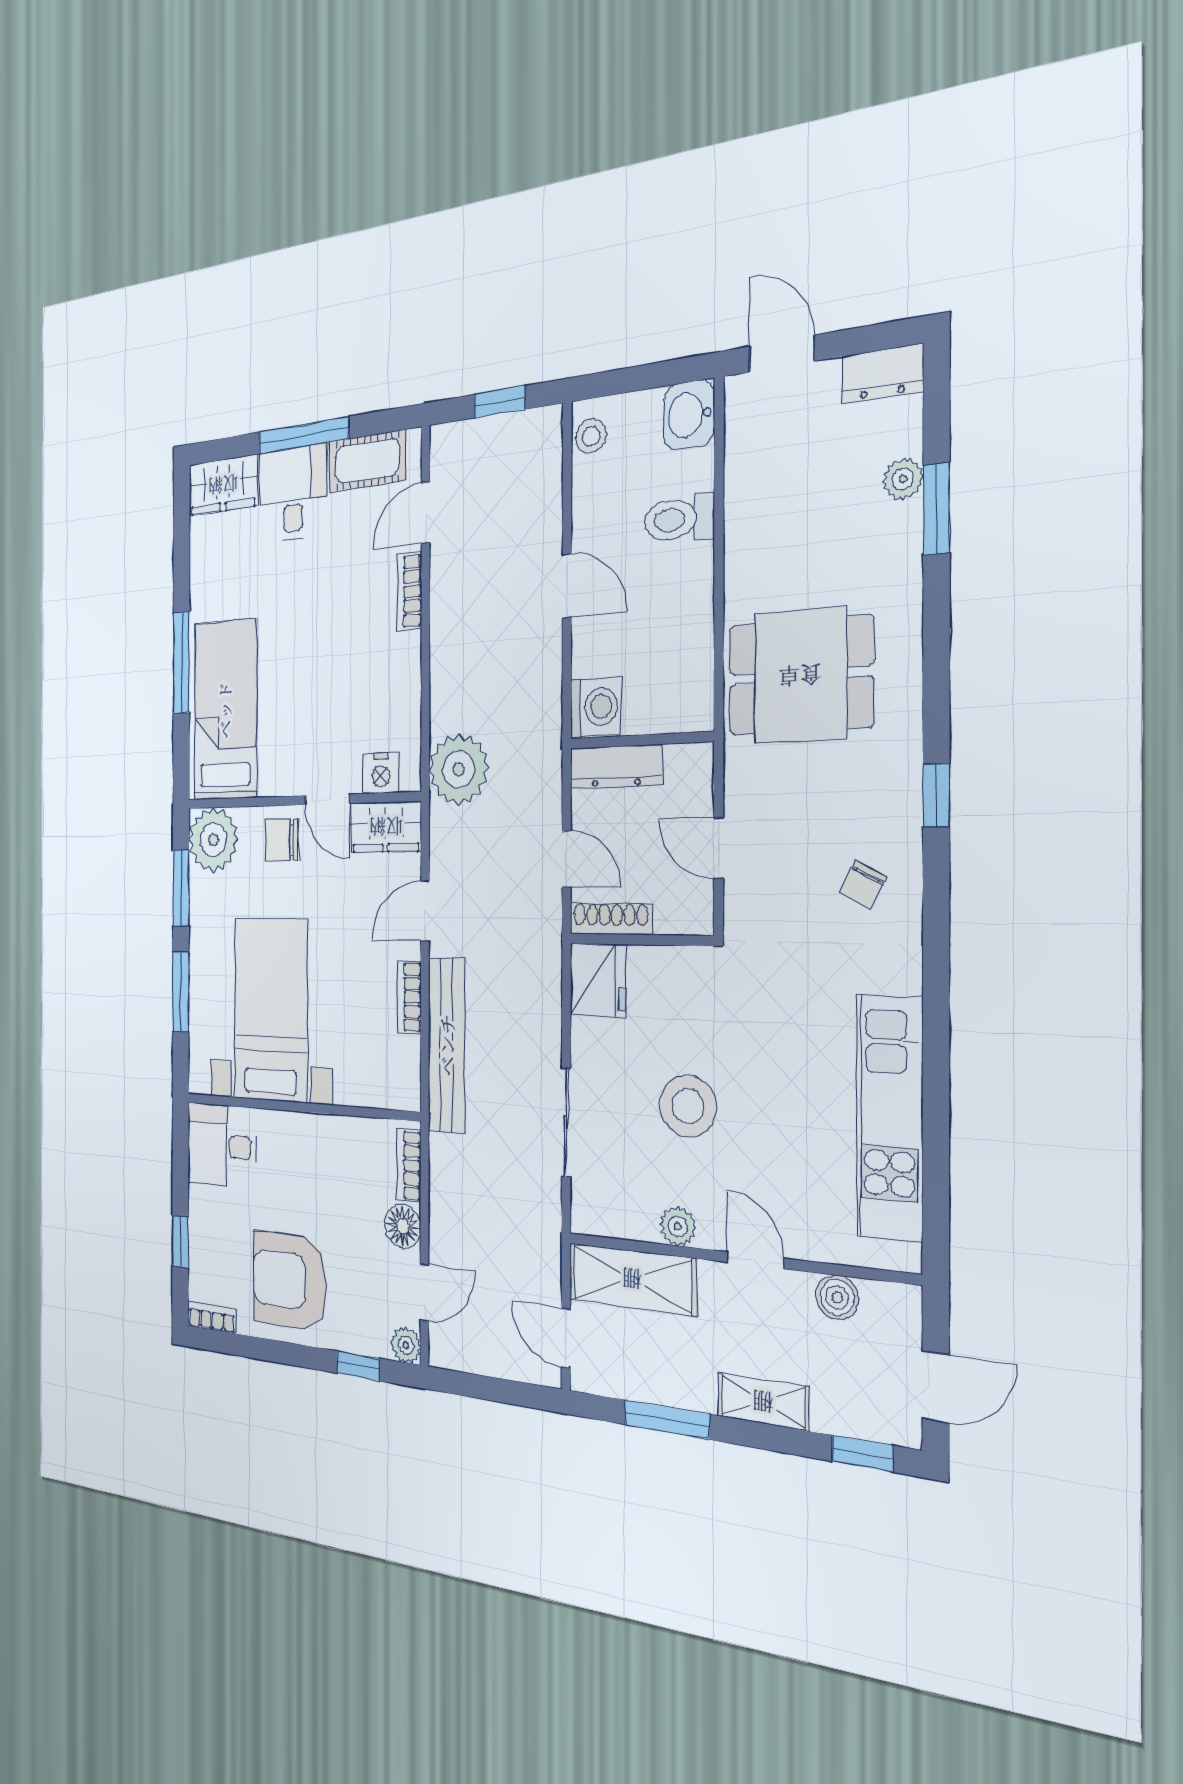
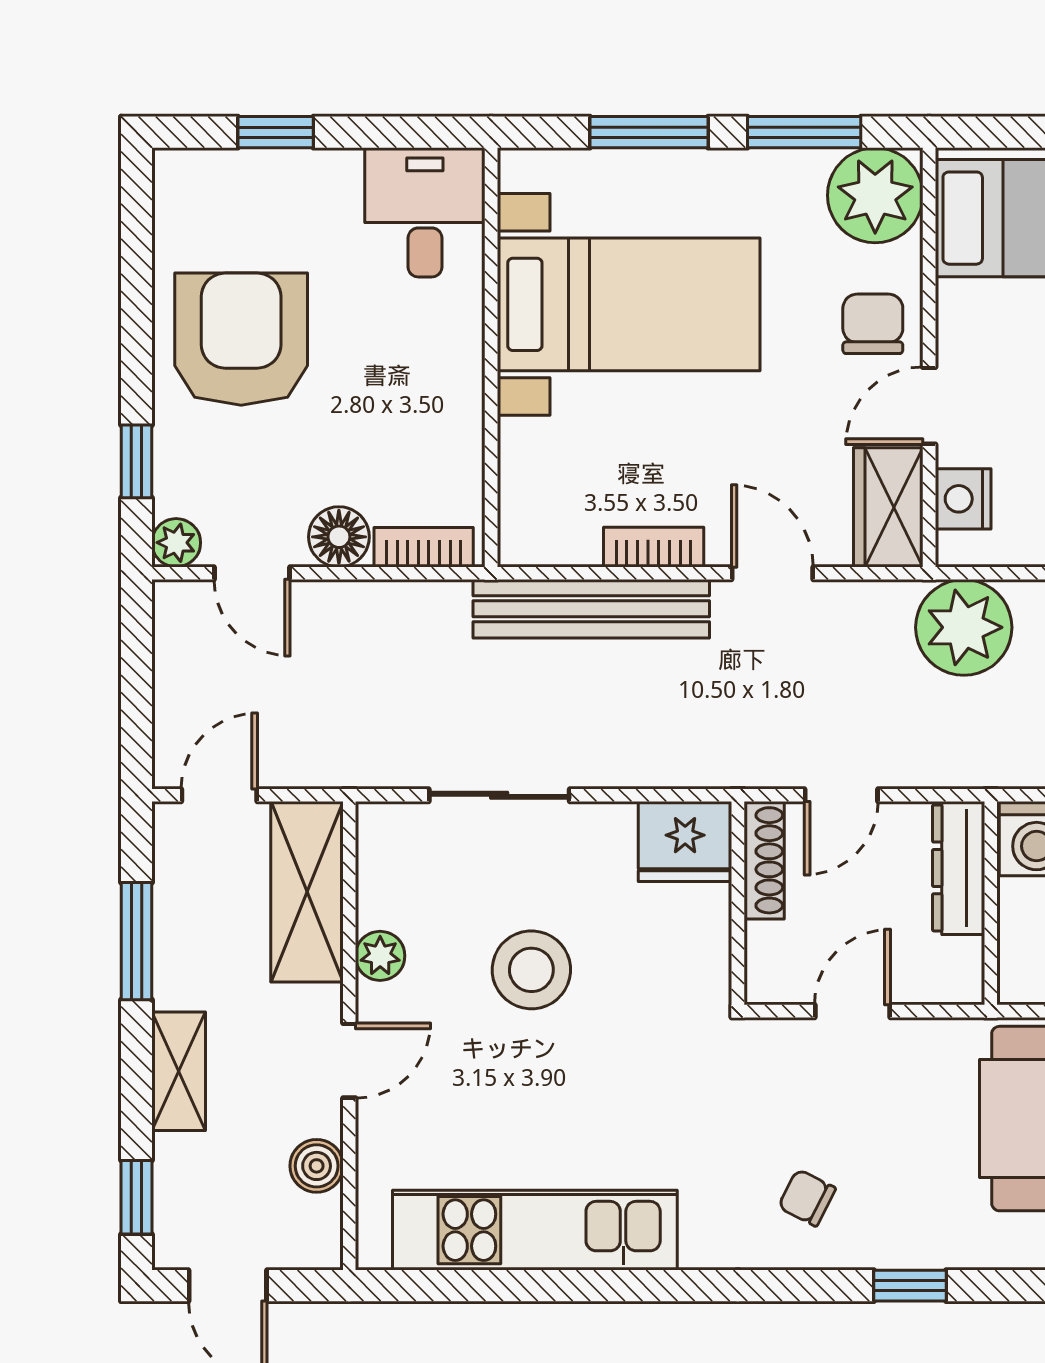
bookcase: (212, 1317) -> (170, 194), removed

